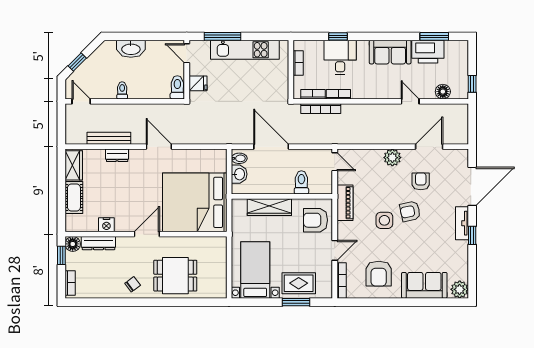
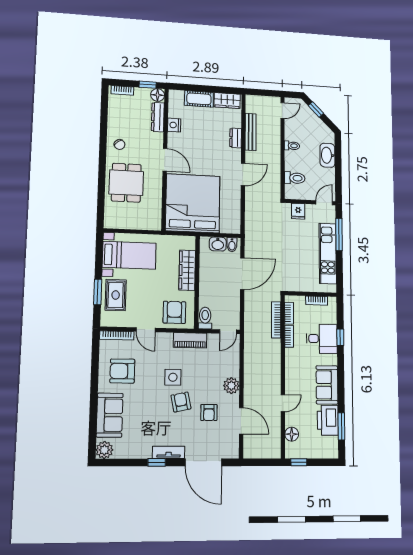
toilet: (177, 87) -> (295, 178), moved
armchair: (421, 181) -> (209, 412), turned 90
toilet: (301, 182) -> (205, 318), moved, turned -90

